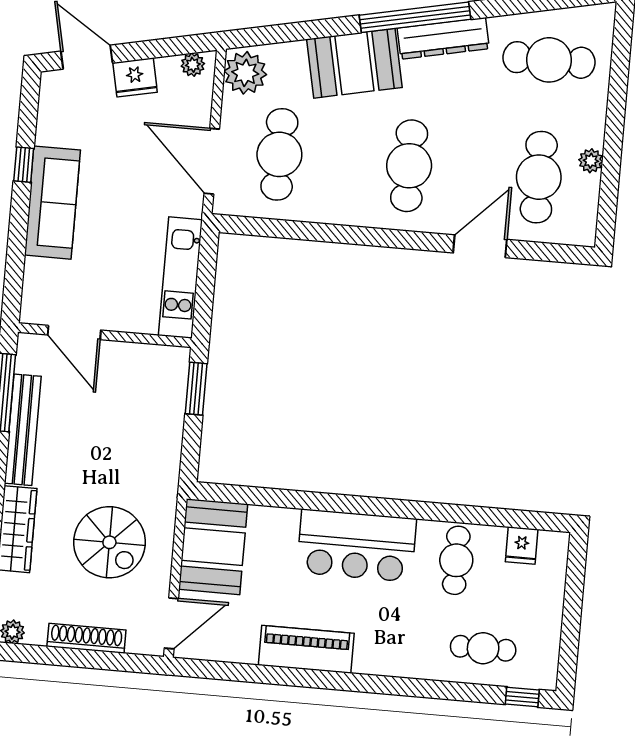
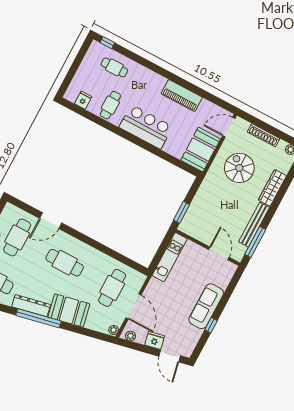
plant: (245, 73) -> (114, 330), width x0.53, depth x0.53
door: (212, 161) -> (134, 306), moved
cafe table: (409, 166) -> (65, 263), turned 90

